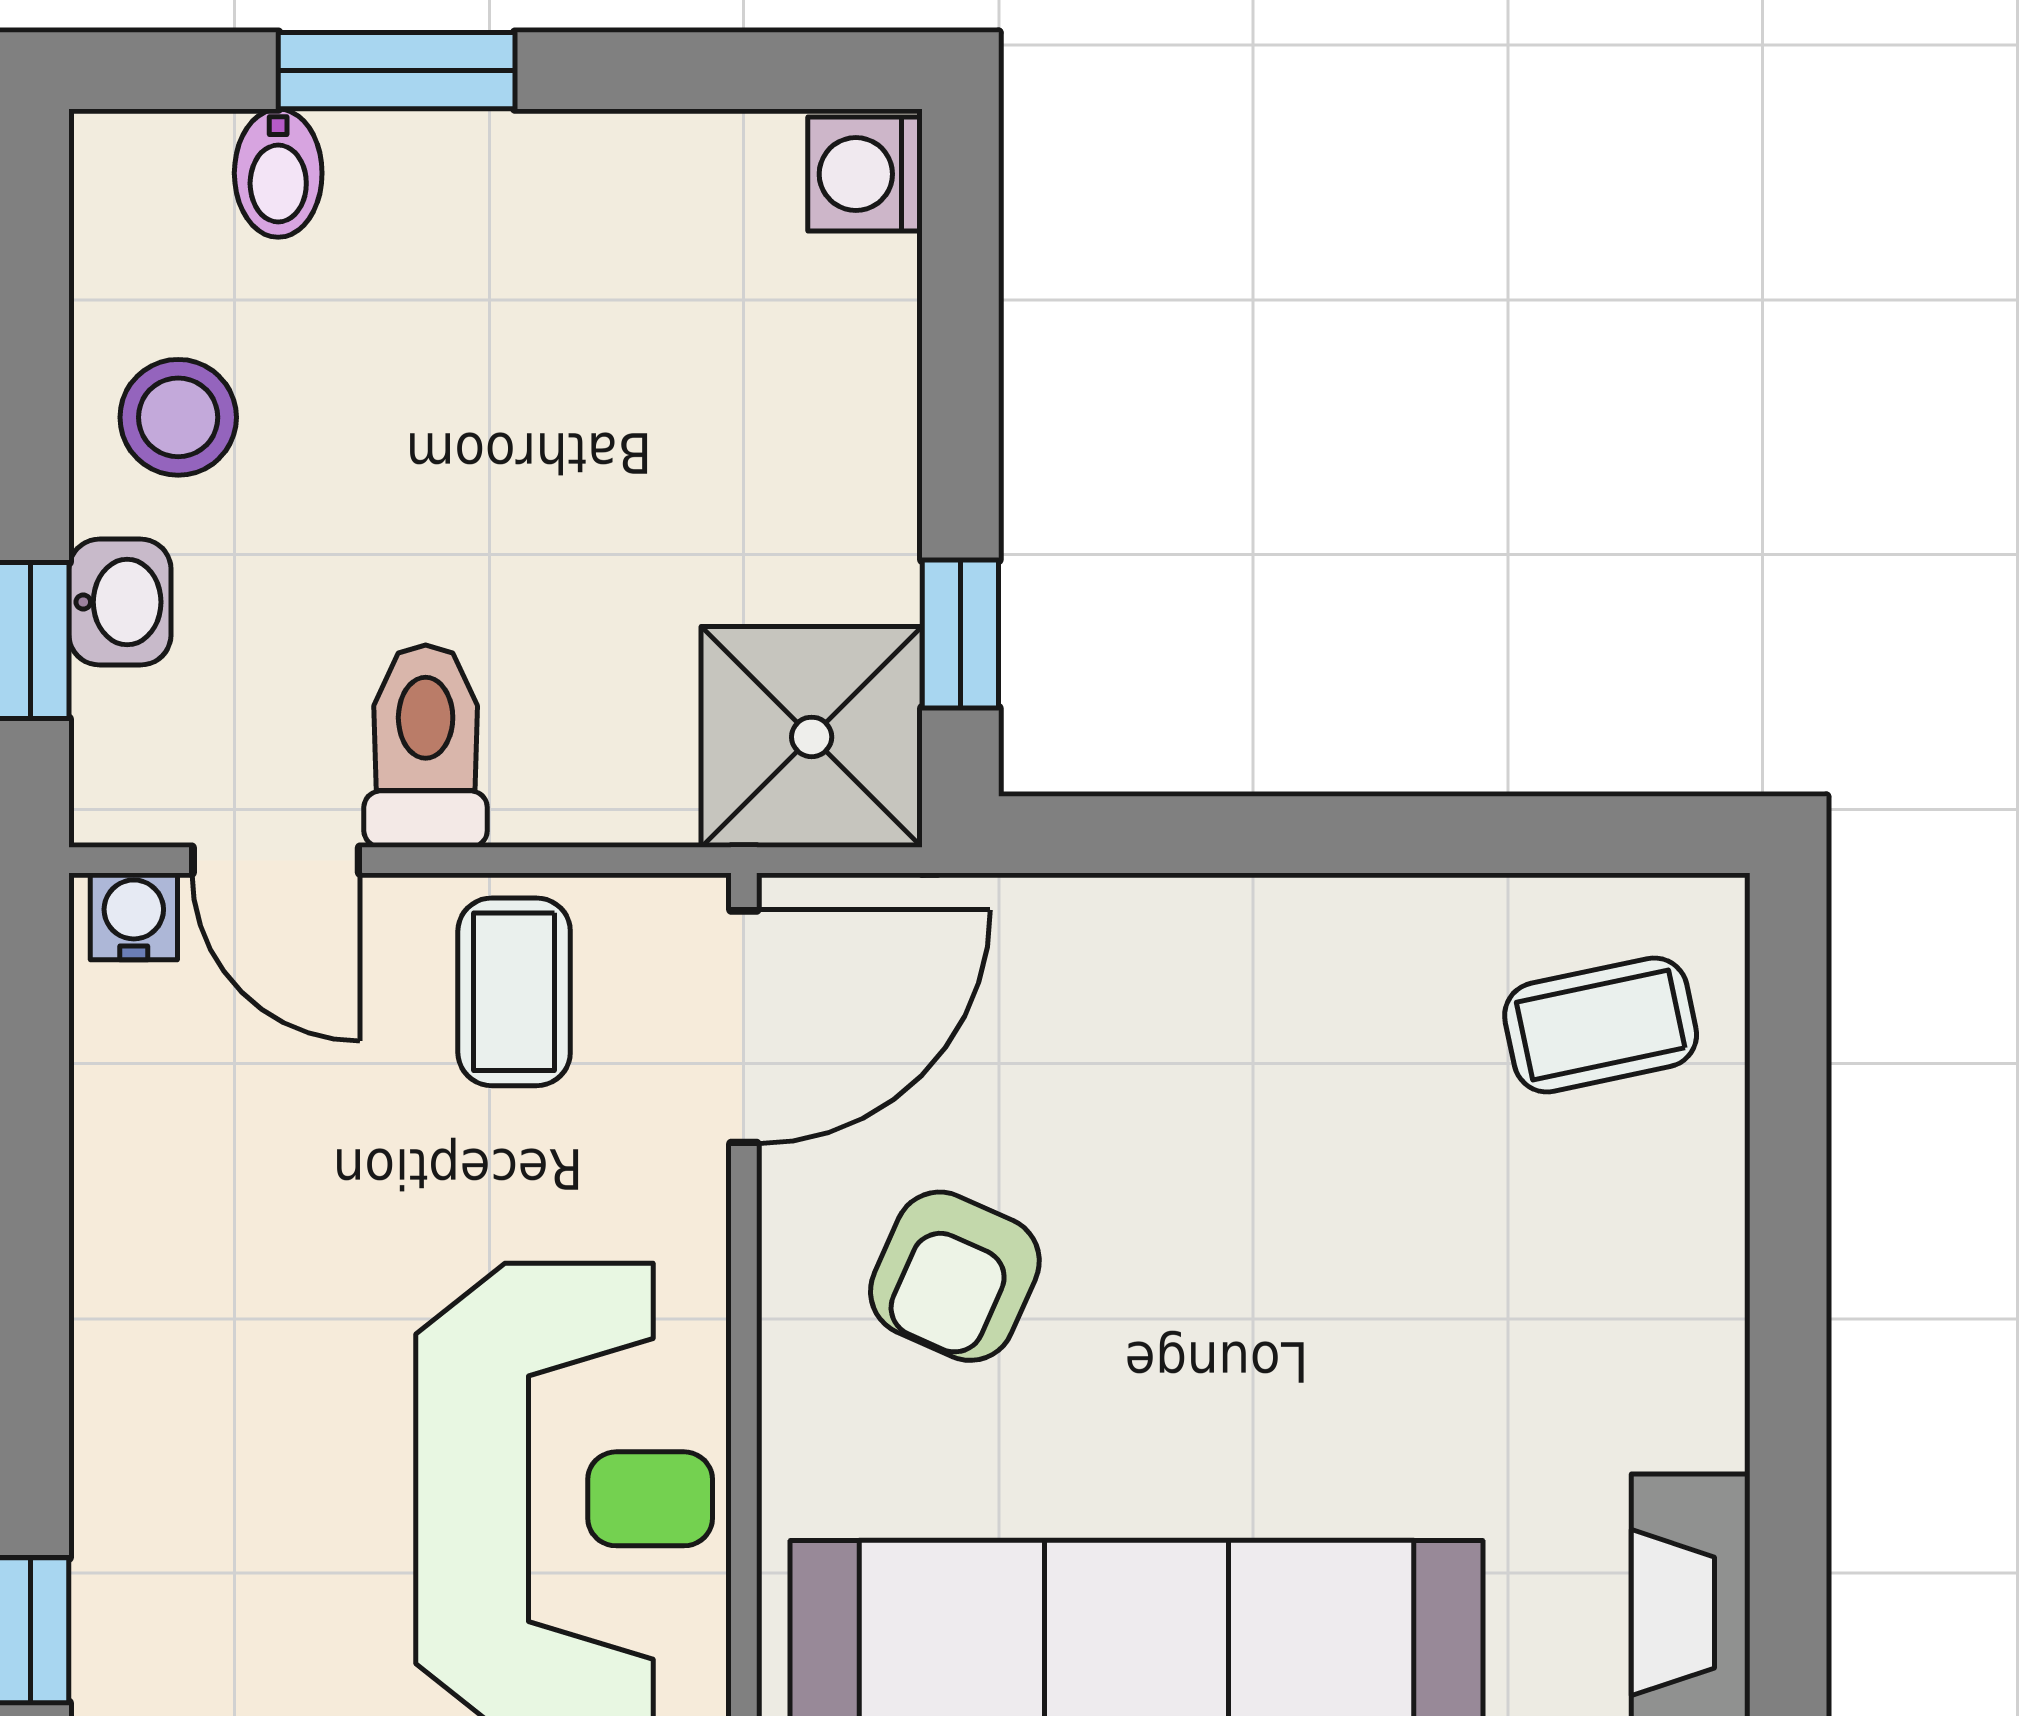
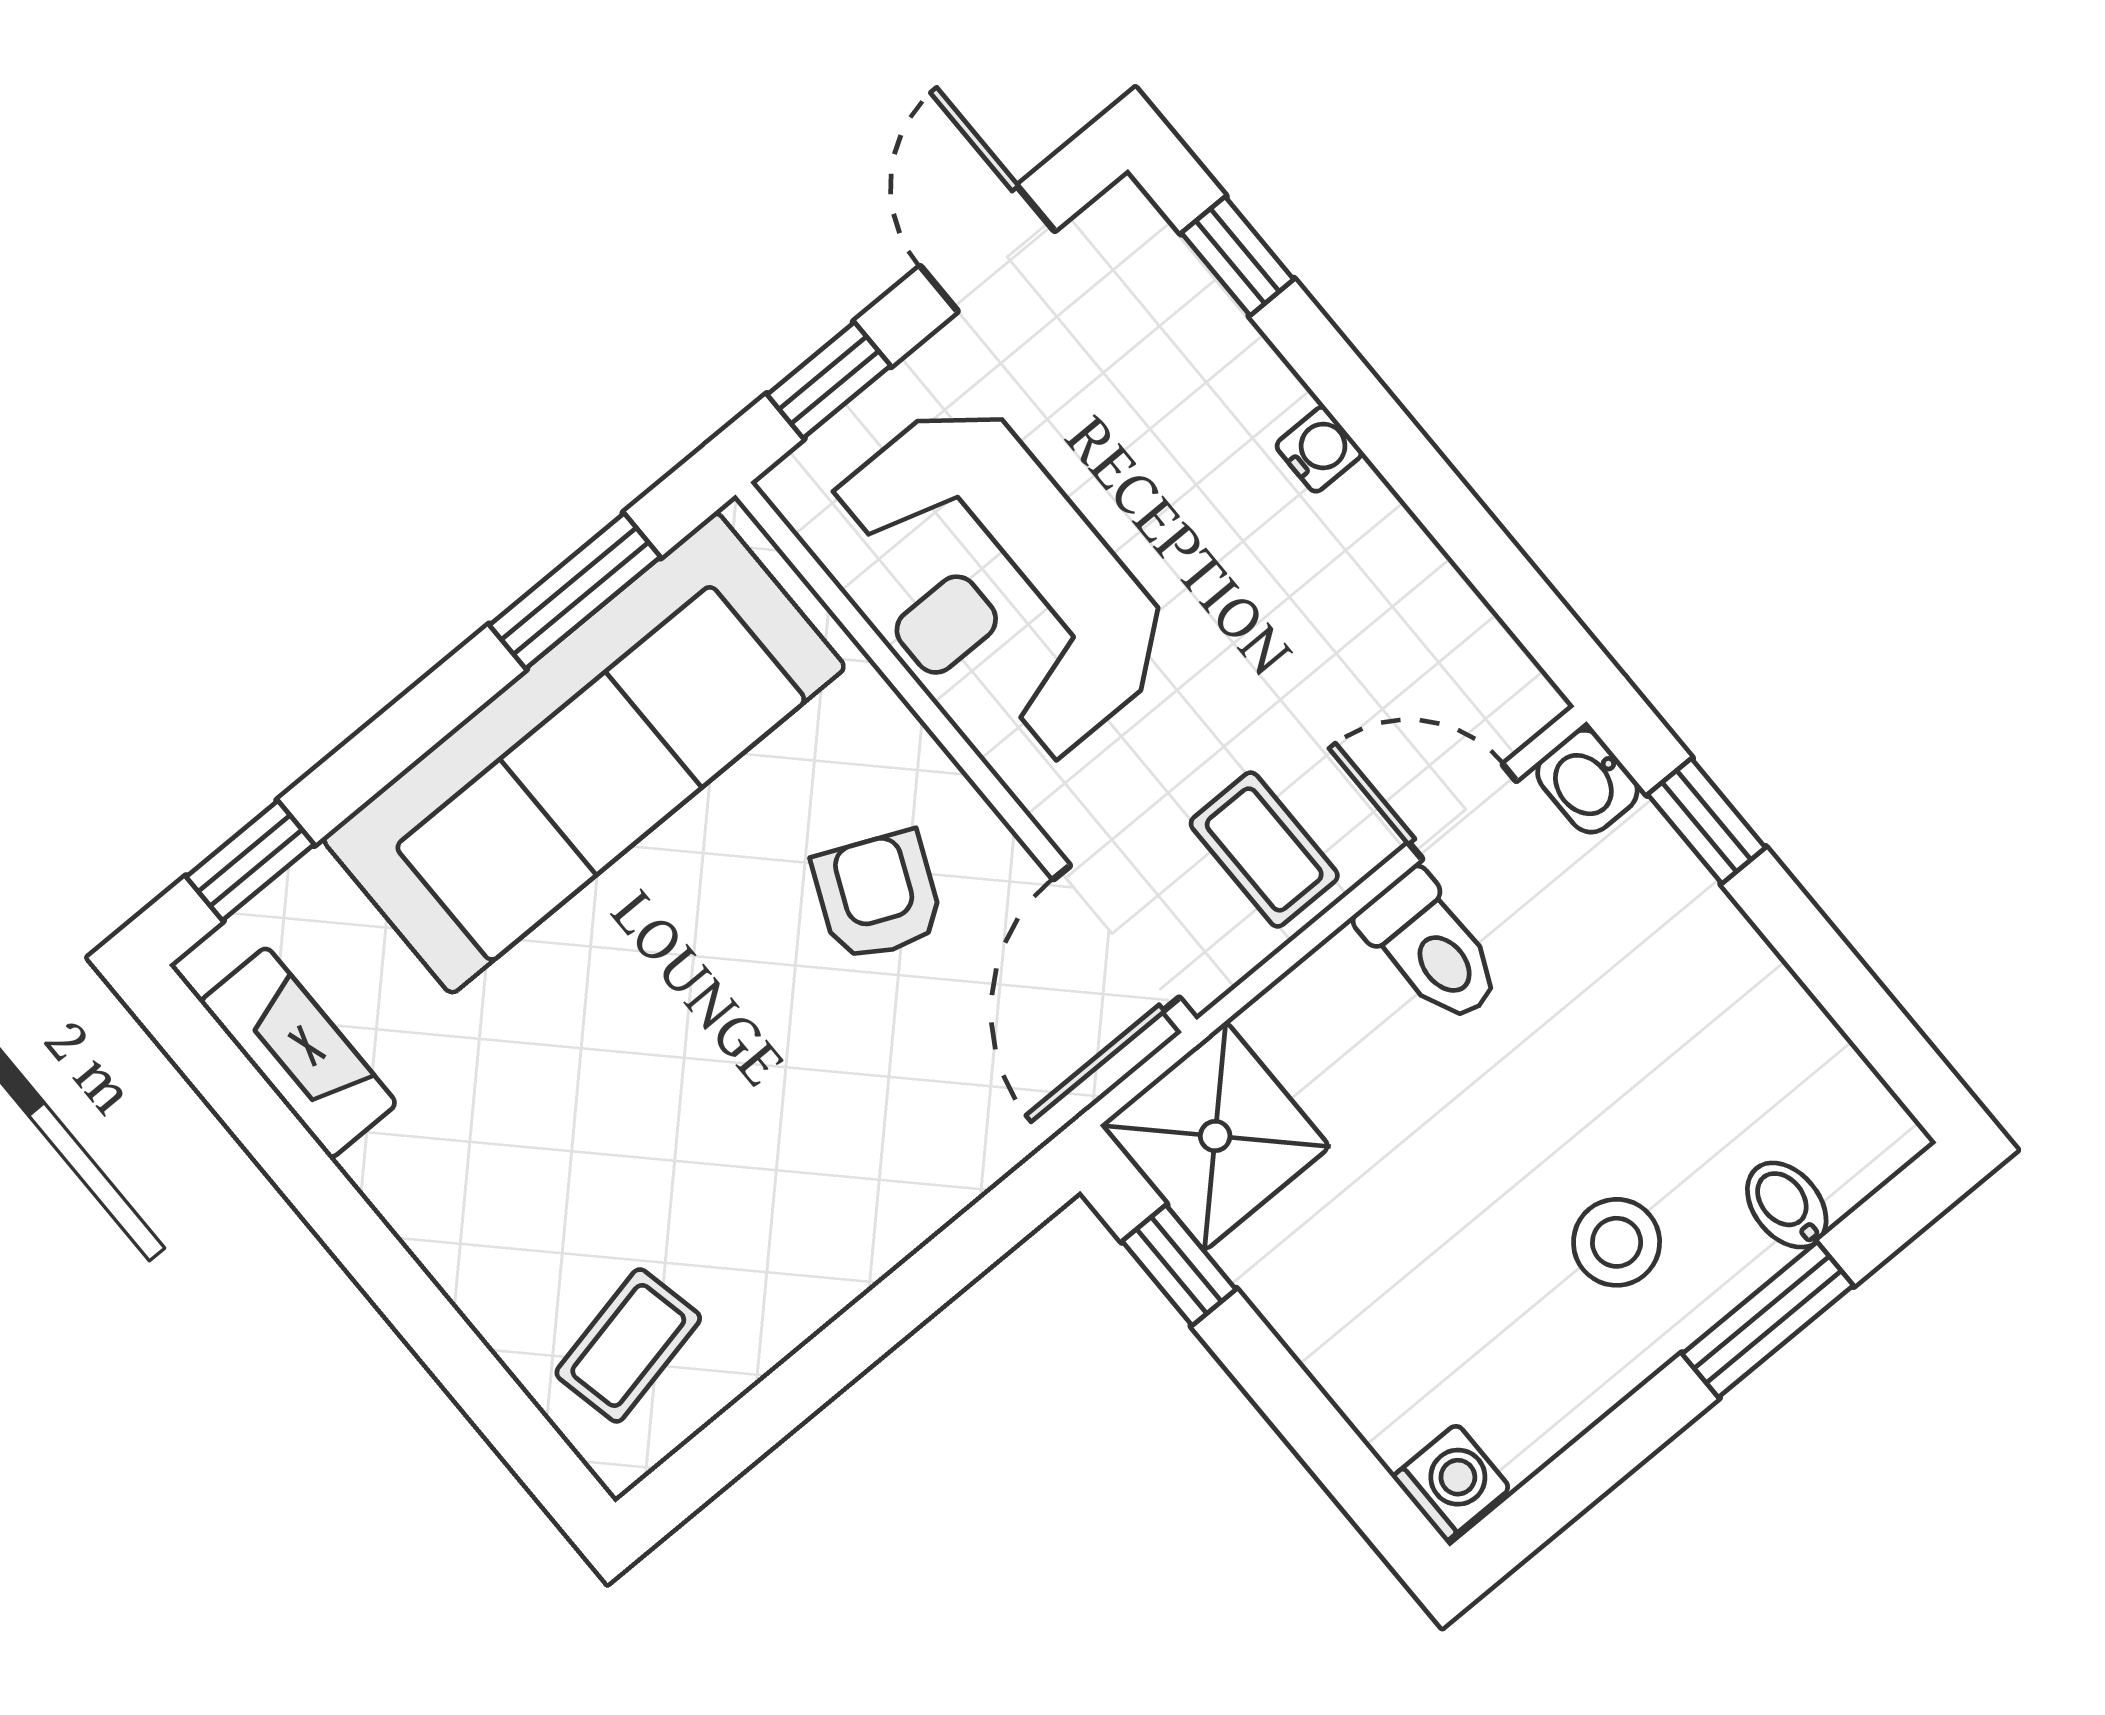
stool: (178, 417) -> (1617, 1242), moved
washbasin: (120, 602) -> (1587, 781), moved
water cooler: (134, 916) -> (1319, 449), moved, turned -90

